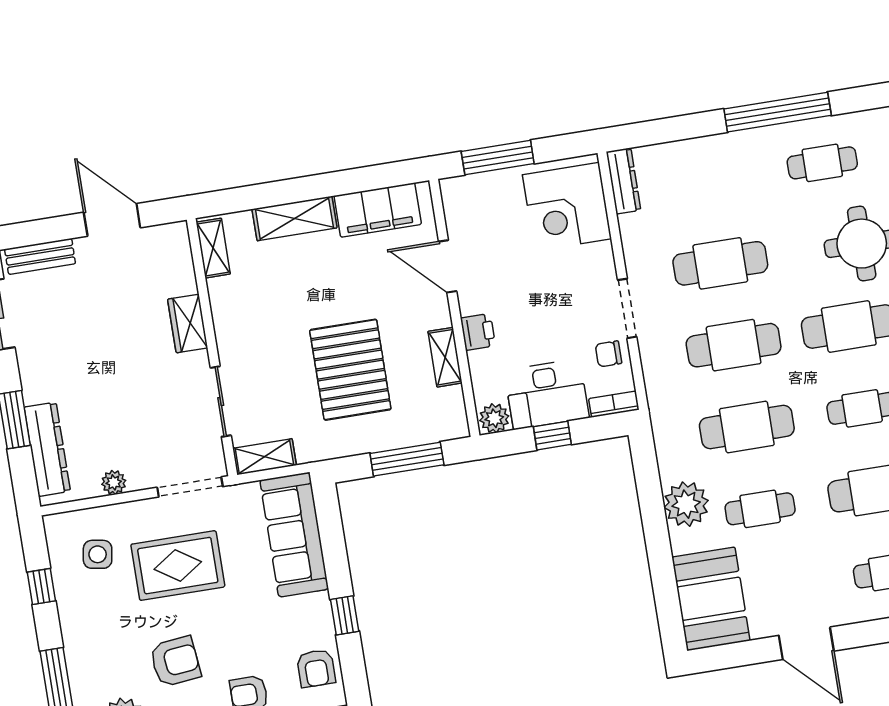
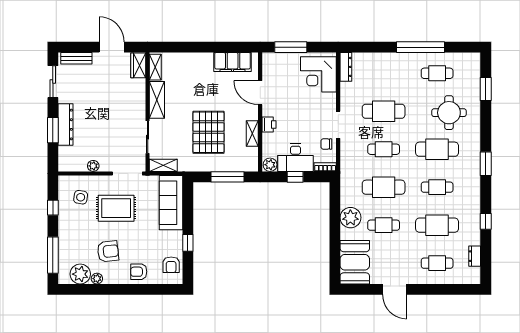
shelving: (294, 218) -> (157, 100), moved, turned 90
wardrobe: (188, 323) -> (138, 65), moved
cafe table: (734, 345) -> (384, 149), width x0.73, depth x0.74
dresser: (47, 449) -> (66, 125), moved

